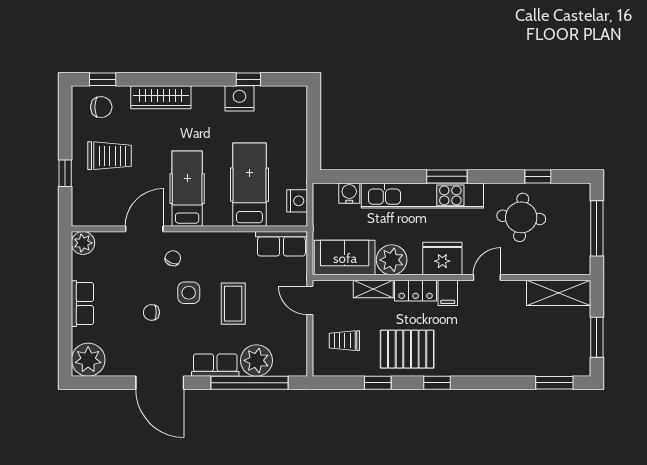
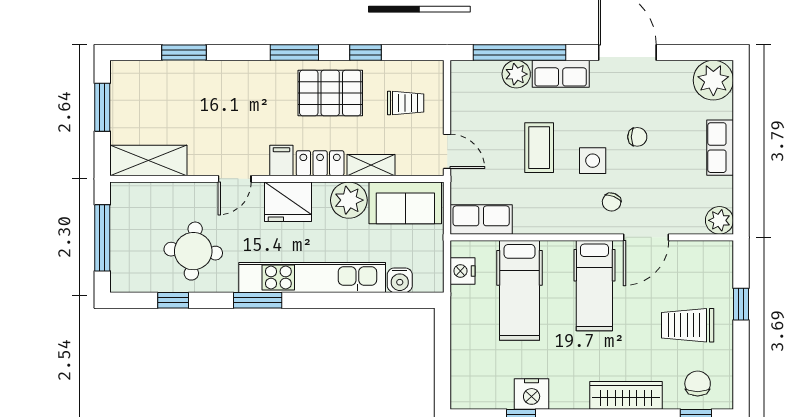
chair: (101, 107) -> (698, 384), turned 90
window: (447, 176) -> (258, 300), moved
plant: (256, 360) -> (516, 74), width x0.73, depth x0.73
window: (437, 383) -> (294, 53), width x1.50
window: (554, 383) -> (184, 53), moved

